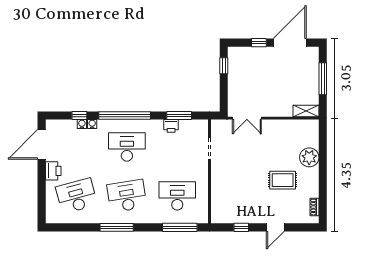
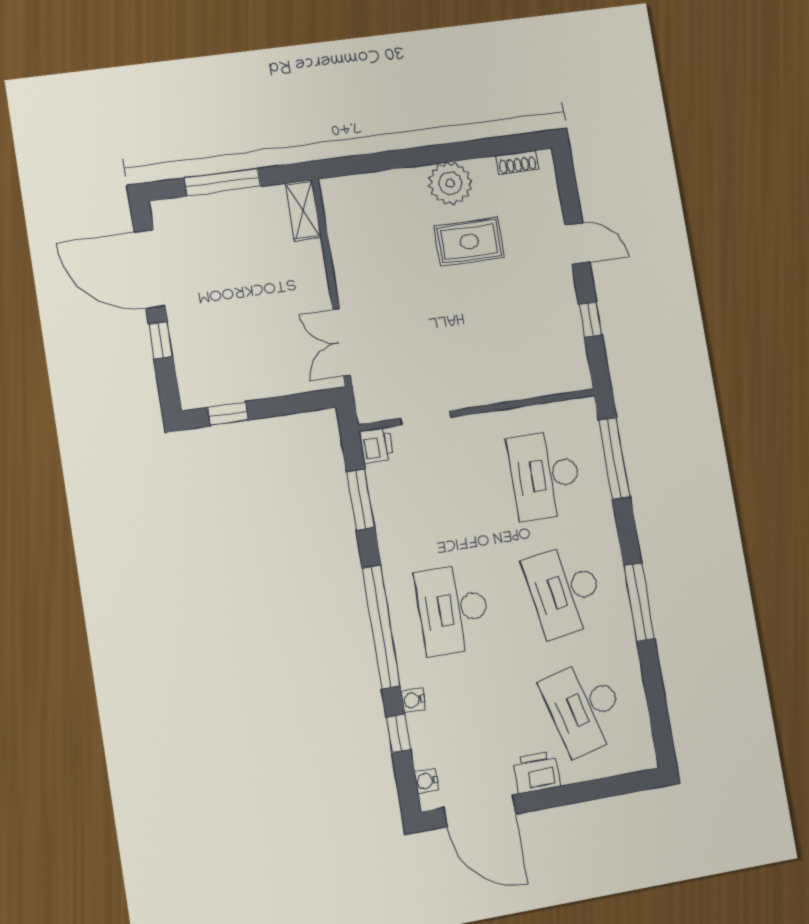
double door: (247, 118) -> (341, 343), swing flipped
water cooler: (82, 124) -> (427, 781), moved
printer: (171, 126) -> (376, 445), moved
plant: (309, 157) -> (450, 183), moved
rug: (283, 180) -> (469, 242), turned 90

